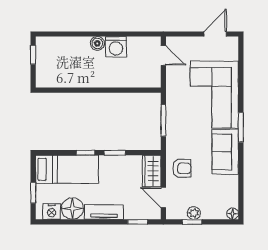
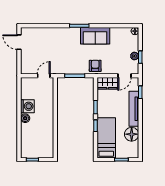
door: (163, 55) -> (44, 76), moved
corner sofa: (214, 94) -> (58, 43), removed
armchair: (182, 168) -> (95, 66), moved
nightstand: (52, 211) -> (133, 148), removed
tv unit: (104, 212) -> (134, 109), width x1.41

